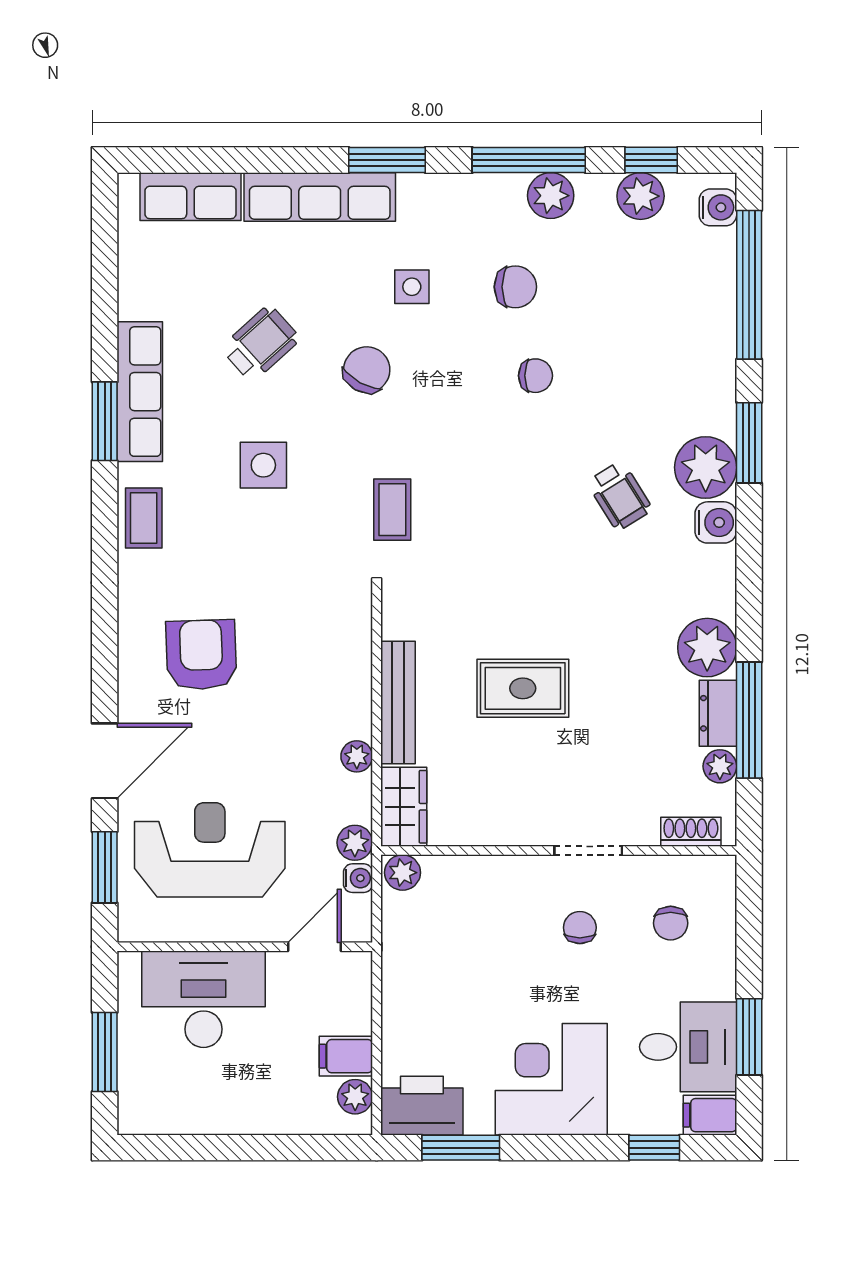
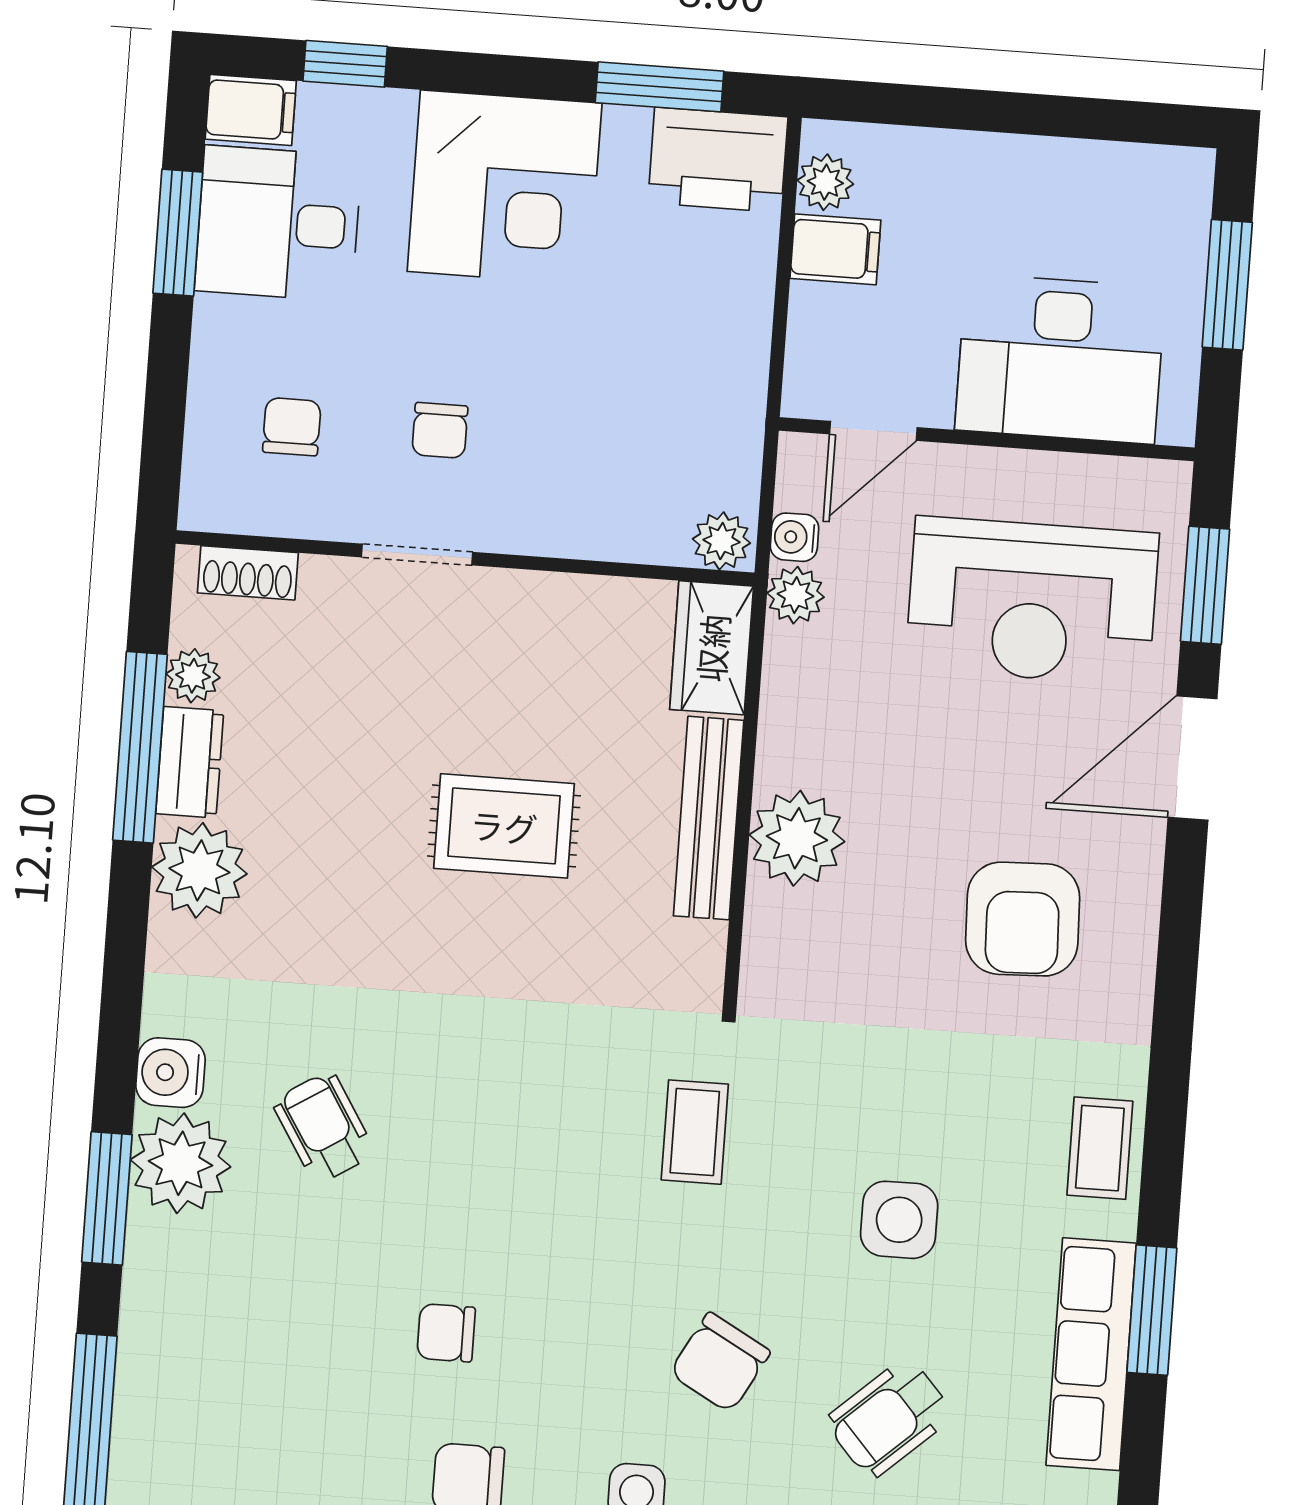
plant: (357, 756) -> (797, 838), moved, width x1.88, depth x1.88

